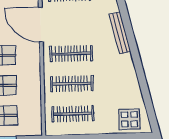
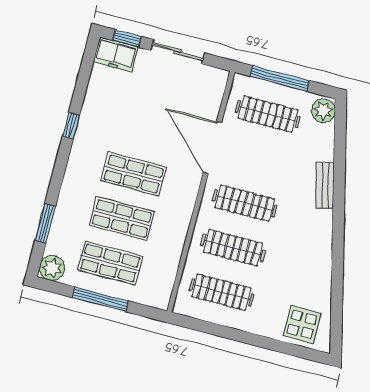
bench: (120, 33) -> (325, 185), width x0.73

